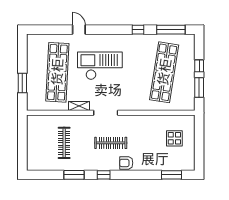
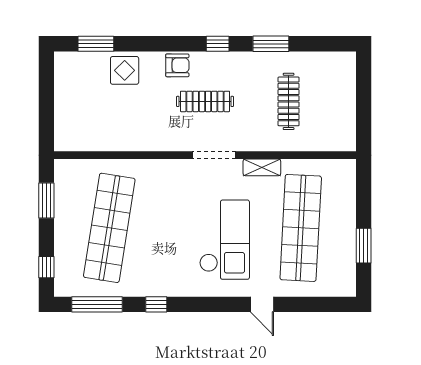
checkout: (100, 66) -> (225, 240), turned -90
window: (199, 66) -> (46, 267), moved
window: (22, 83) -> (364, 246), moved
display table: (174, 138) -> (125, 70), moved

